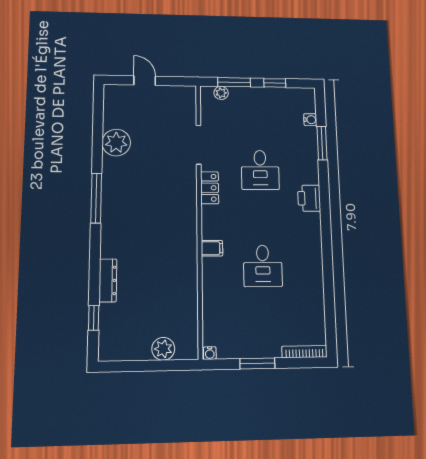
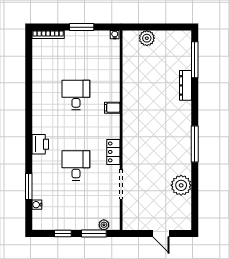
window: (94, 318) -> (195, 60), width x2.17

